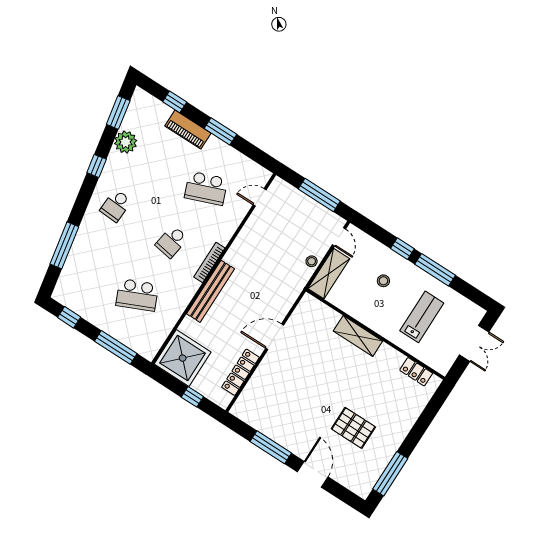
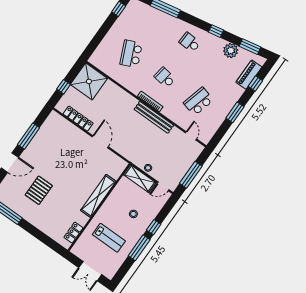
piano: (188, 130) -> (249, 75), moved
school desk: (206, 188) -> (198, 101), turned 36
bench: (211, 291) -> (154, 117), moved
shelving: (358, 336) -> (98, 196), width x1.47
window: (116, 347) -> (98, 38), removed

